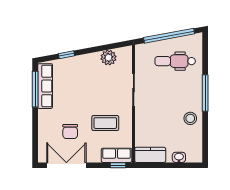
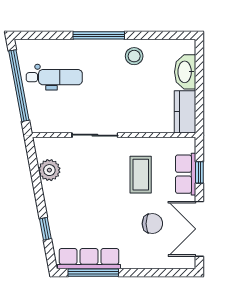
dental chair: (175, 61) -> (54, 77), turned -90
row of seats: (117, 155) -> (186, 174), moved
washbasin: (179, 157) -> (185, 72), width x1.91, depth x1.45
window: (118, 165) -> (199, 172), moved

